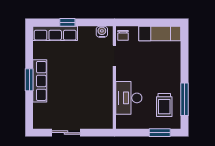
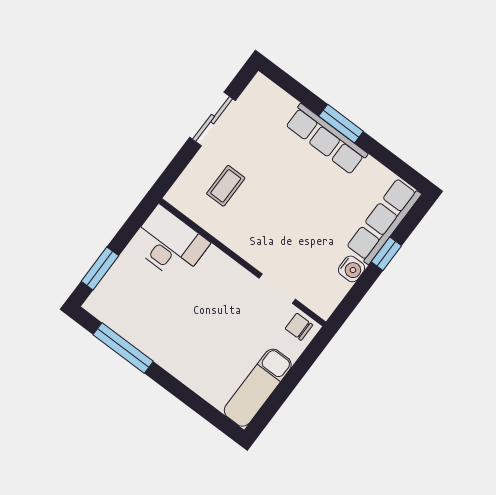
water cooler: (102, 32) -> (352, 269), moved
desk: (129, 98) -> (169, 244), moved
trolley: (164, 105) -> (138, 309), removed
coffee table: (89, 107) -> (226, 186), added

